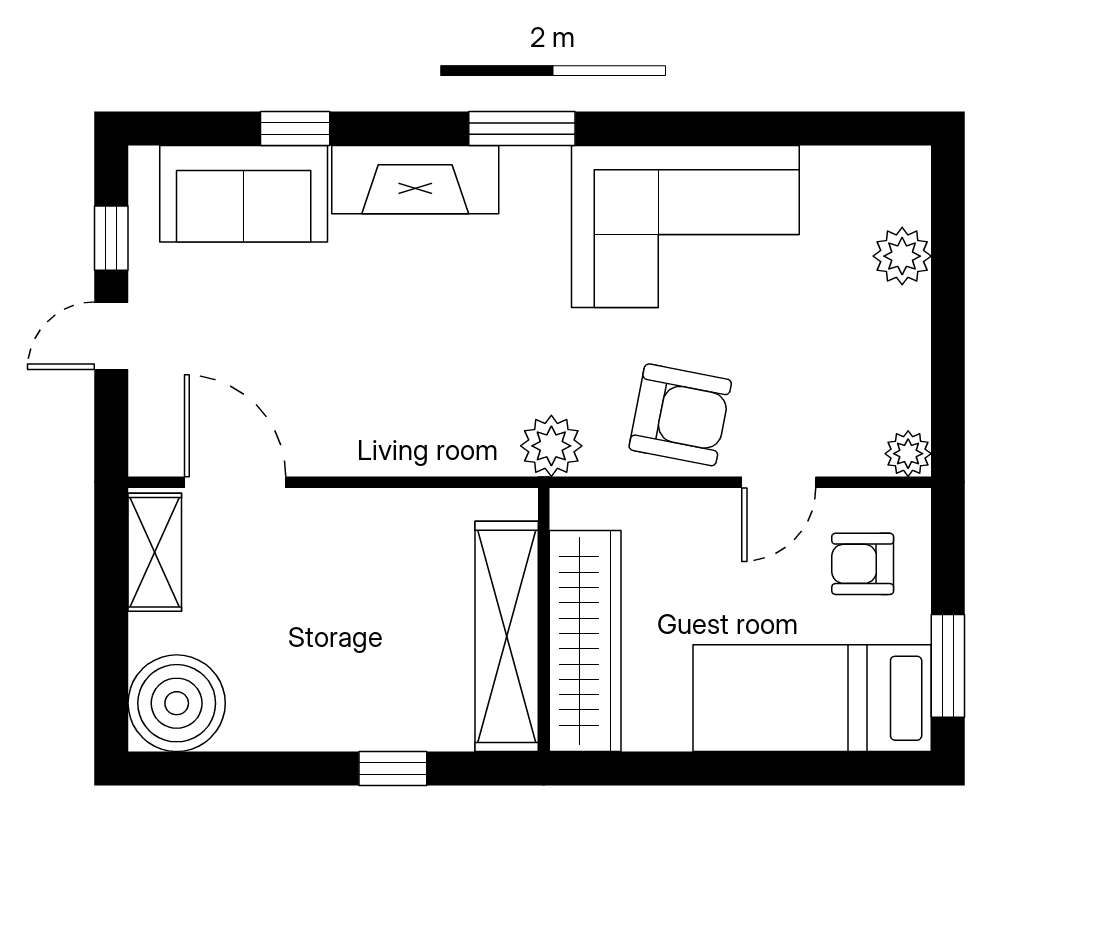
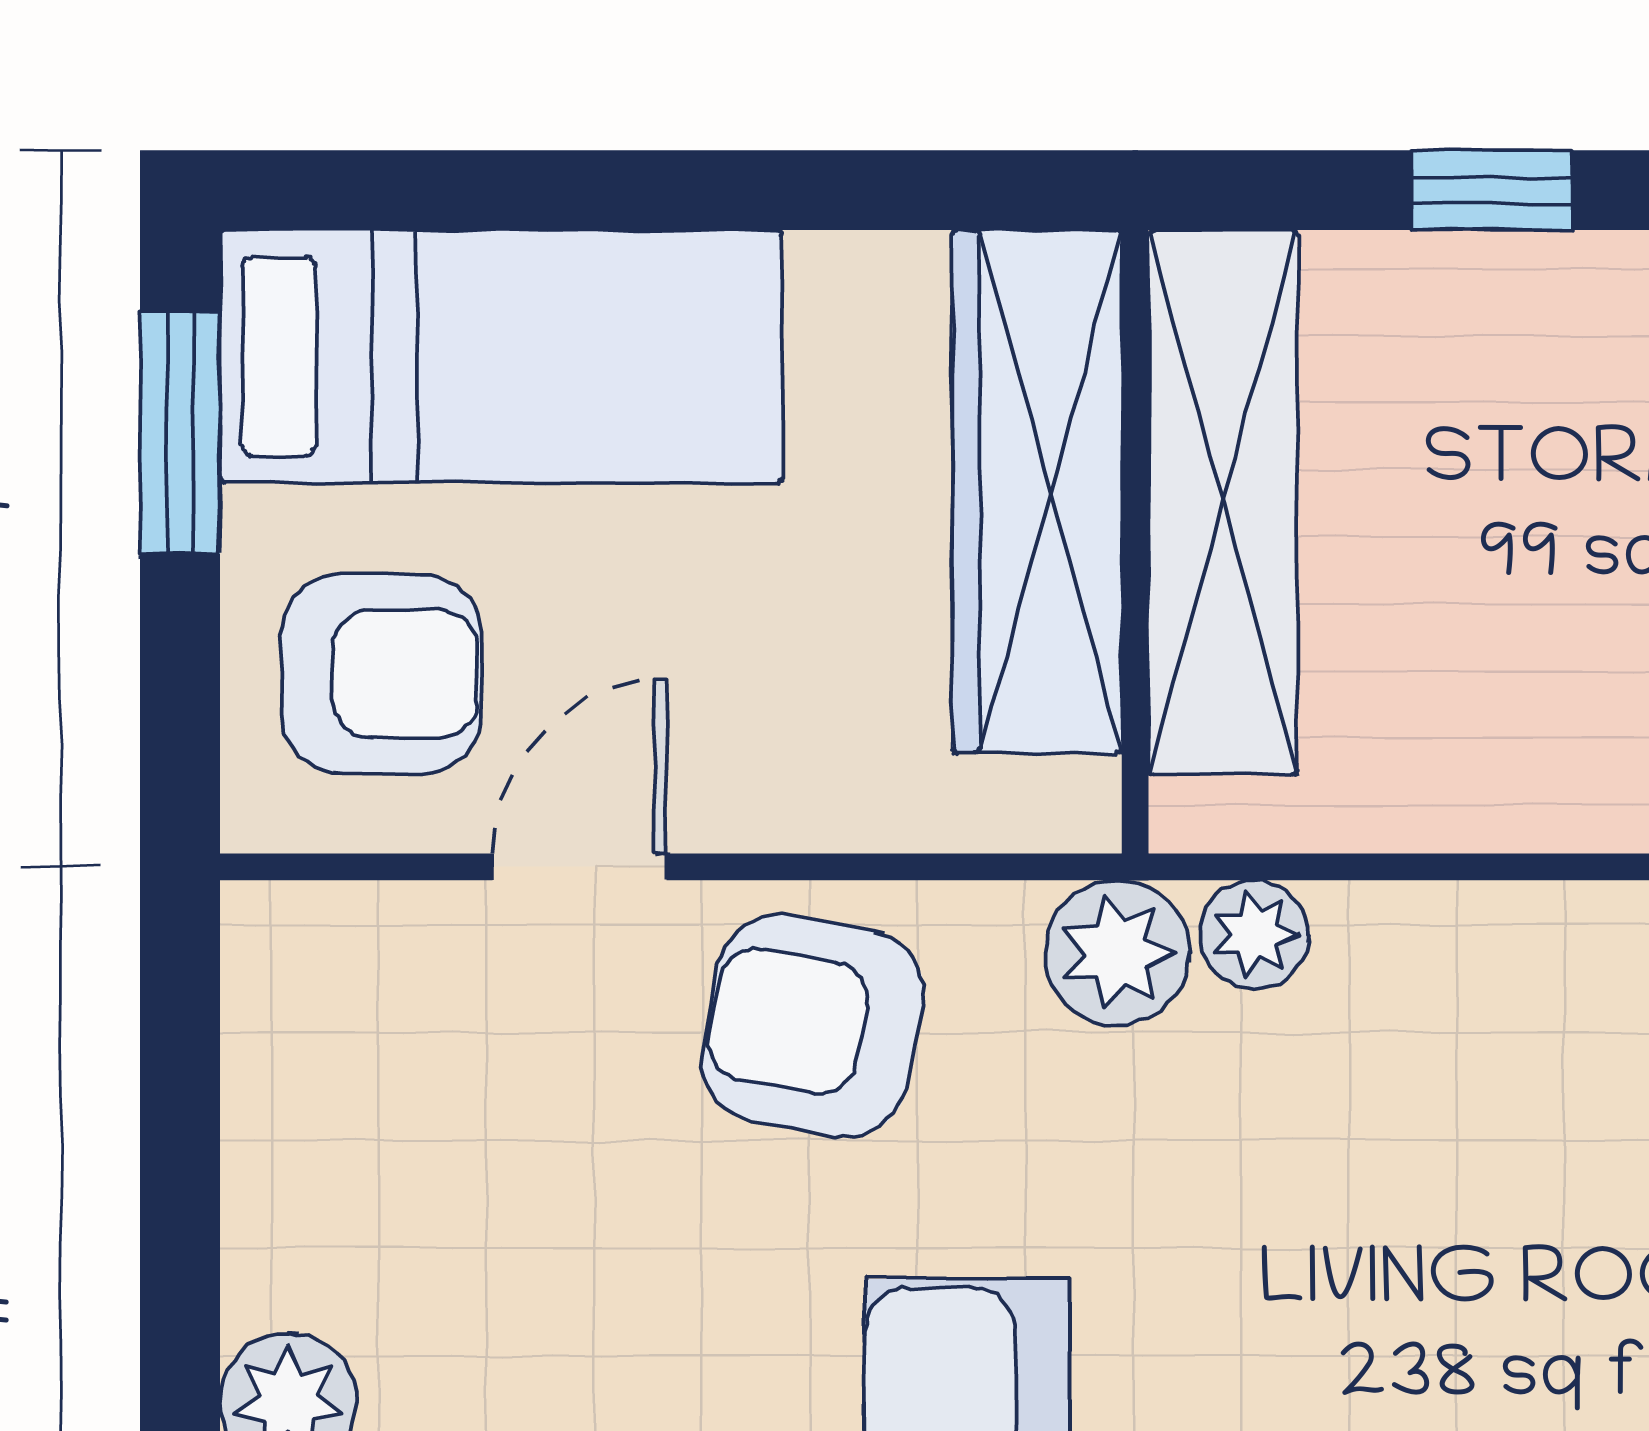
plant: (908, 454) -> (1255, 934), moved
armchair: (863, 564) -> (381, 674), width x1.38, depth x1.38

